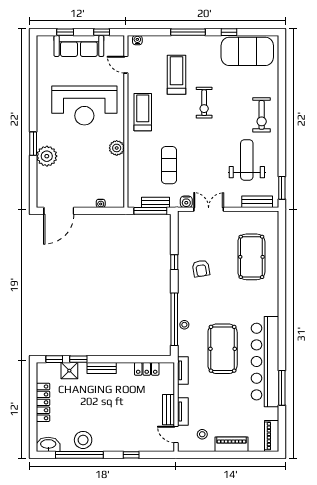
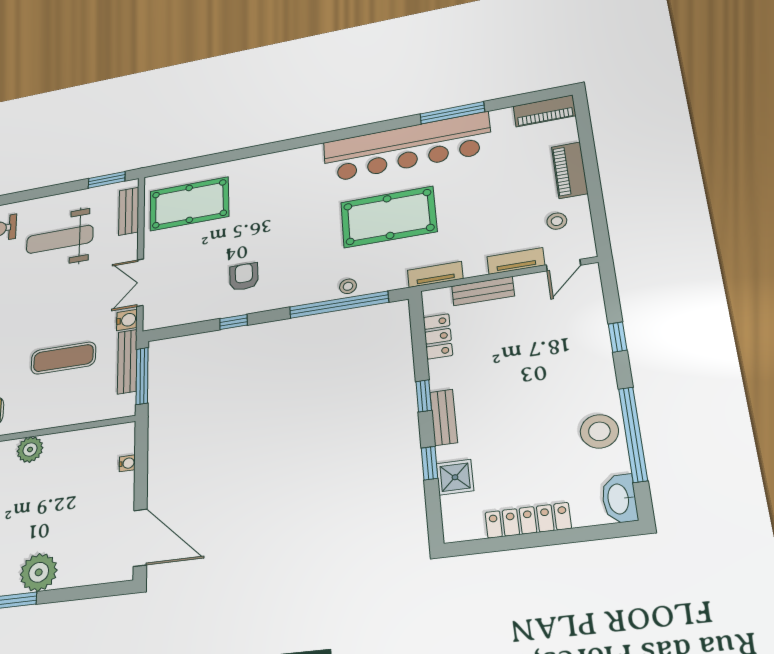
bench: (156, 202) -> (127, 362), width x1.36
pool table: (251, 257) -> (189, 204), moved
armchair: (201, 268) -> (244, 277), turned -80
window: (54, 359) -> (424, 396), moved
bench: (169, 410) -> (483, 291), moved

